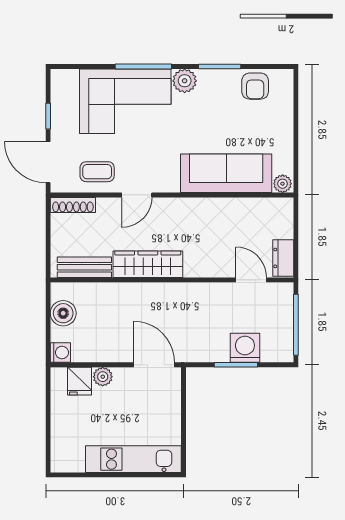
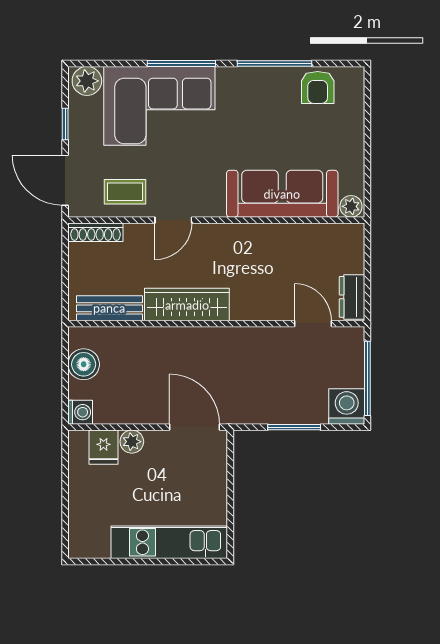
window: (220, 66) -> (274, 63), width x1.44
plant: (185, 81) -> (87, 81), moved
washing machine: (245, 348) -> (347, 407), moved

